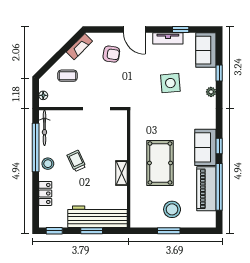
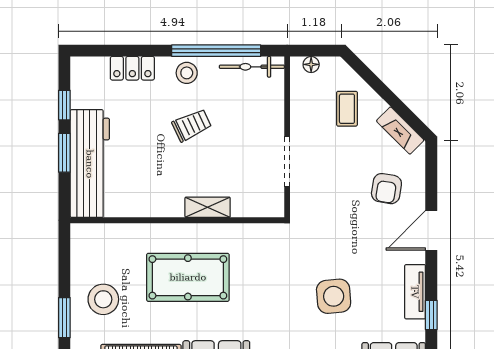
shelving: (122, 173) -> (208, 207), moved
window: (54, 231) -> (64, 105), moved
window: (169, 231) -> (64, 318), moved

